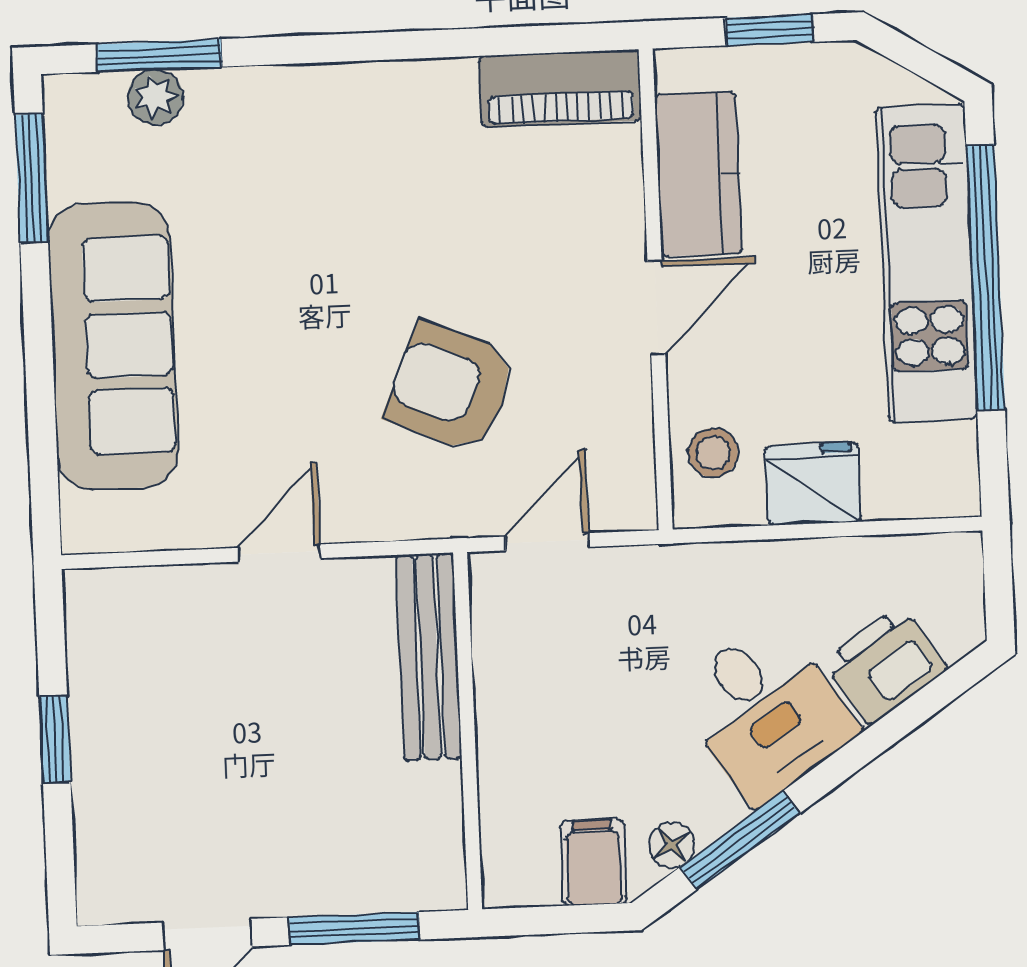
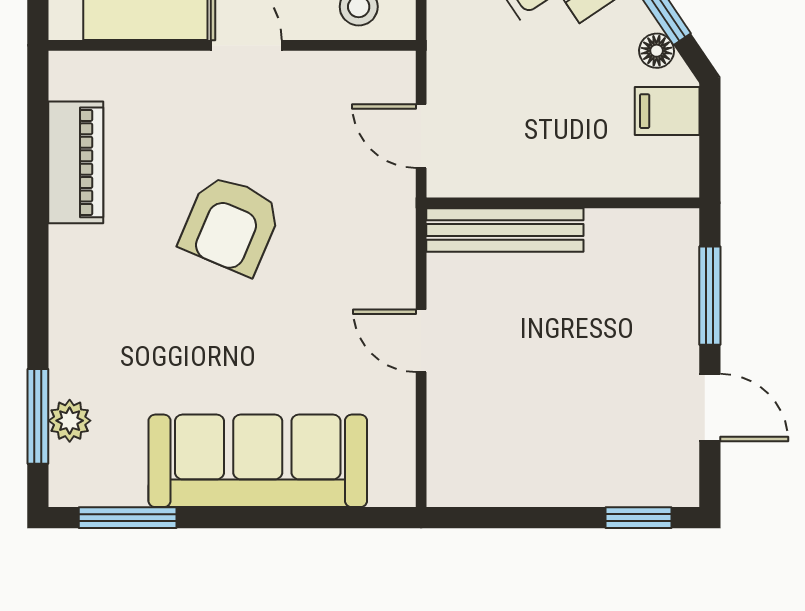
piano: (560, 88) -> (76, 162), moved
armchair: (451, 387) -> (231, 225), moved
window: (55, 739) -> (638, 518), moved

